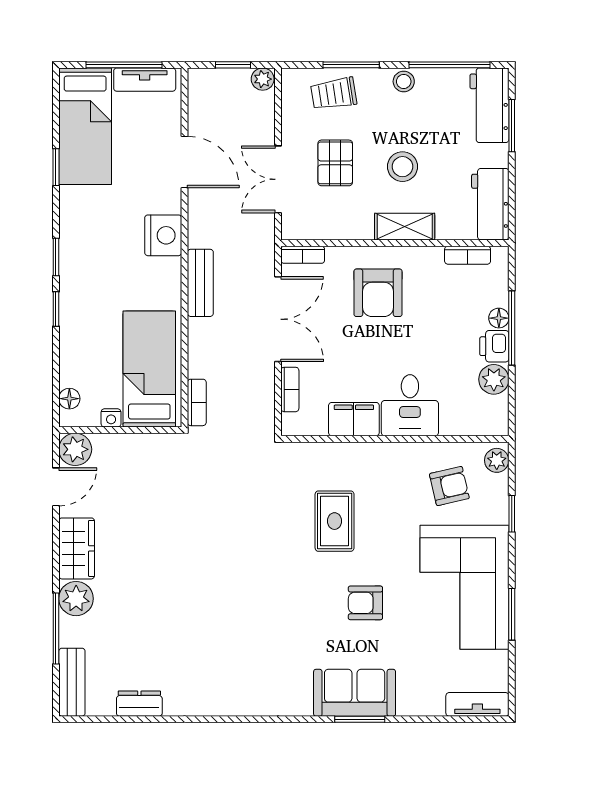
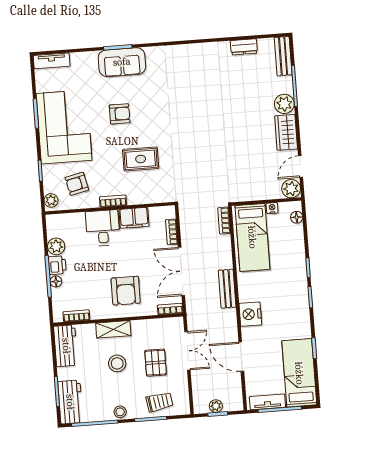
plant: (263, 79) -> (216, 406), moved
armchair: (378, 293) -> (126, 291), turned 180
bookcase: (388, 451) -> (113, 201), added
rug: (335, 521) -> (141, 159), turned 90

